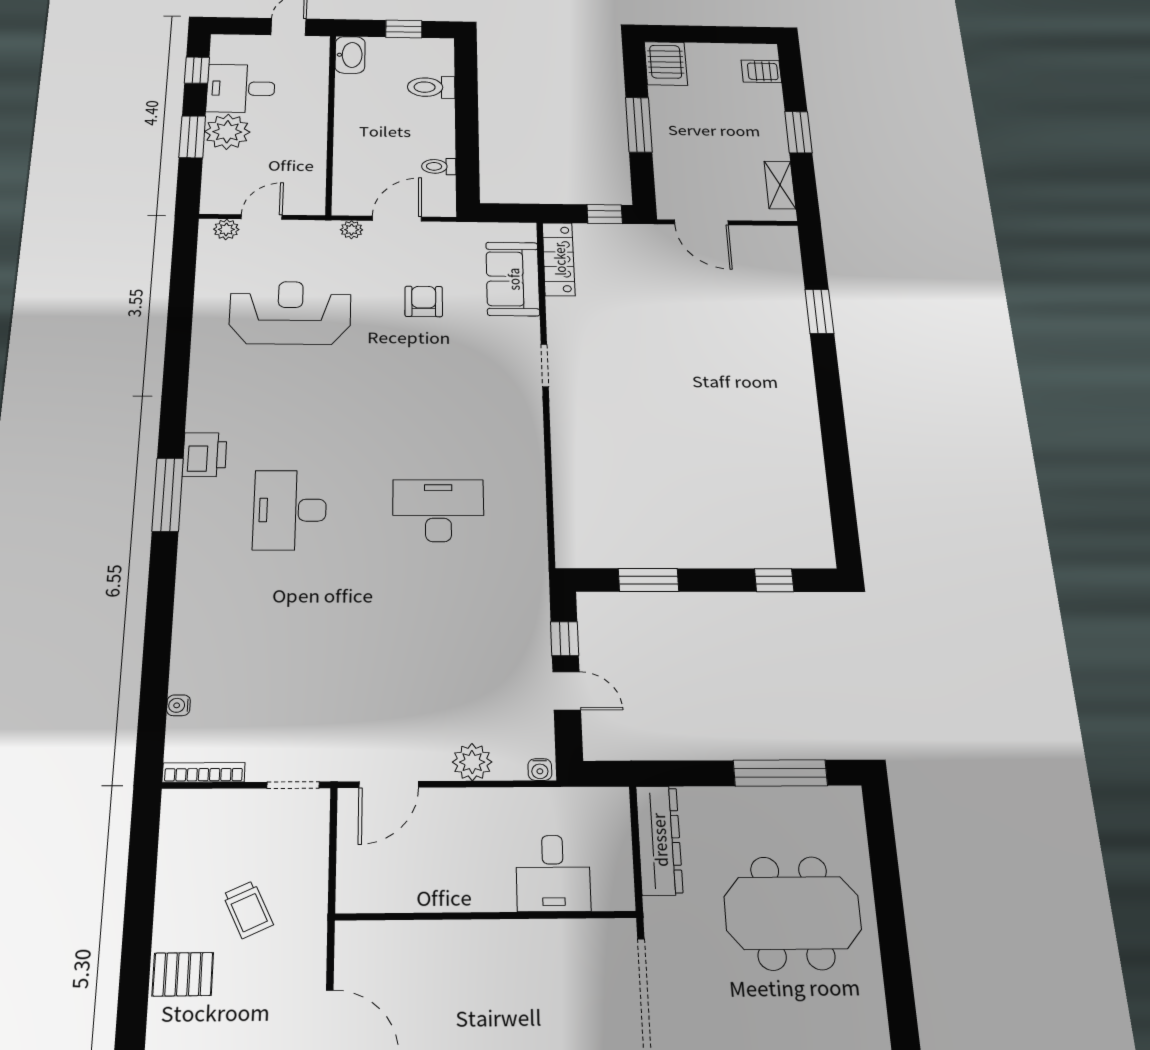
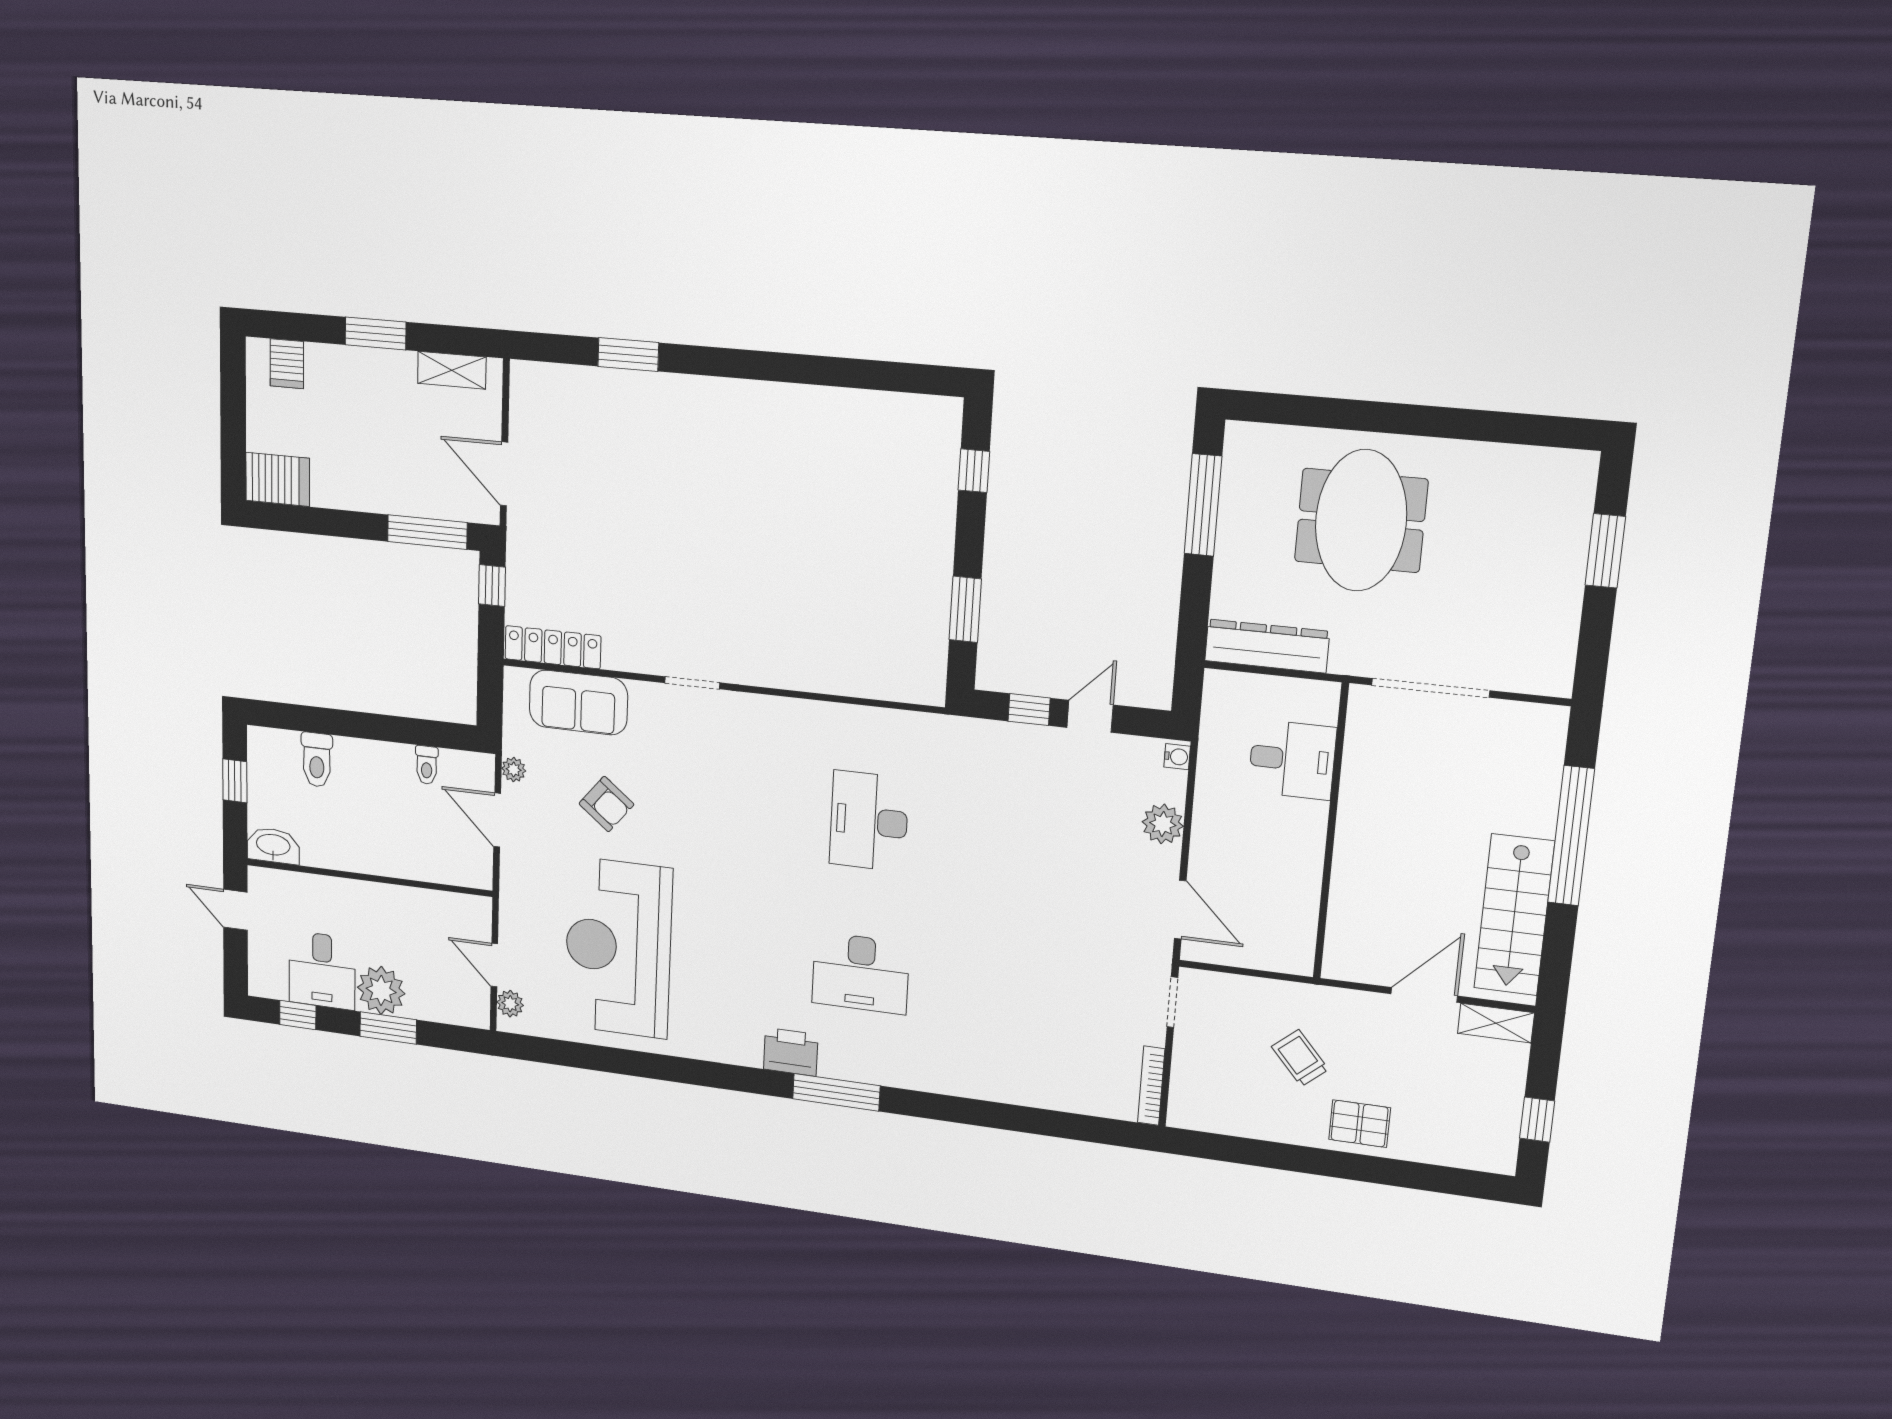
window: (639, 125) -> (427, 532), moved
door: (701, 222) -> (504, 474), swing flipped
plant: (352, 230) -> (514, 770), moved
armchair: (424, 301) -> (606, 804), turned -141
reception desk: (290, 313) -> (618, 948), width x1.36, depth x1.30
water cooler: (178, 705) -> (1076, 1103), removed
trolley: (248, 909) -> (1300, 1058), turned -106
pallet: (183, 974) -> (1360, 1124), turned 90

